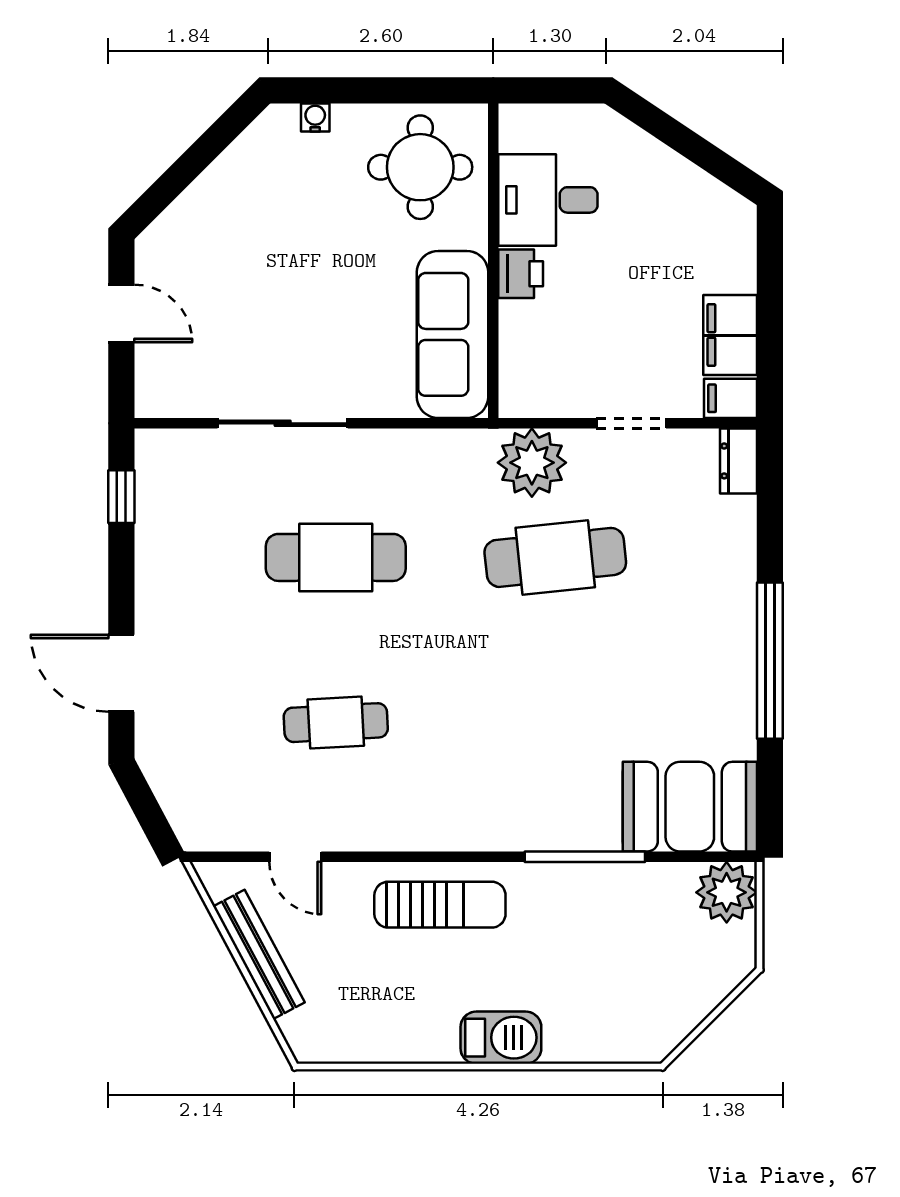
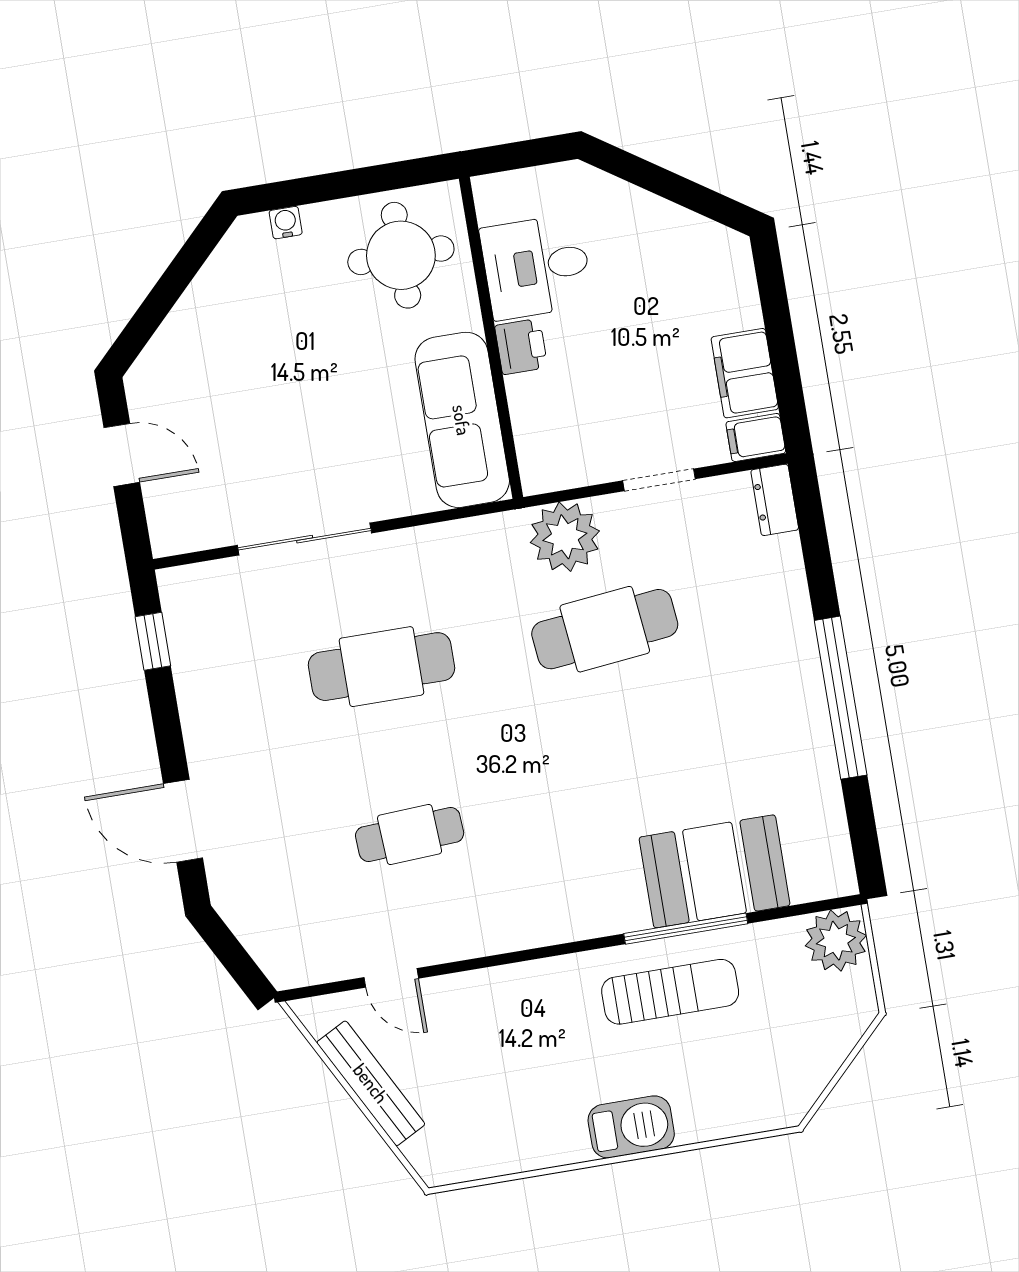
booth: (690, 807) -> (715, 871), moved
sun lounger: (440, 905) -> (670, 992), moved

